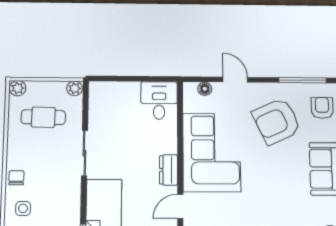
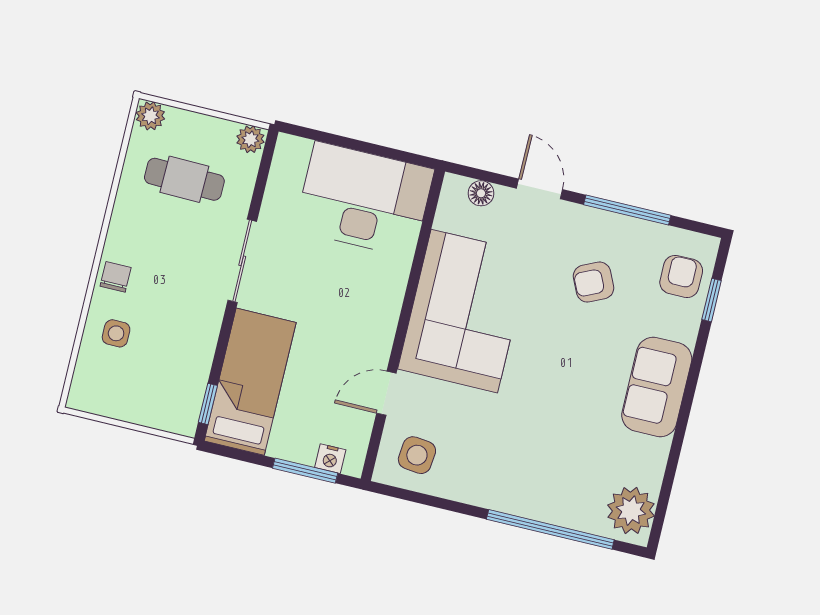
window: (303, 80) -> (627, 210), moved
desk: (159, 100) -> (364, 200), width x1.87, depth x1.30
armchair: (277, 121) -> (594, 282), width x0.53, depth x0.53
dresser: (169, 170) -> (382, 325), removed

